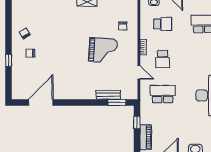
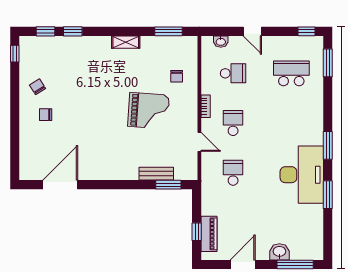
school desk: (163, 59) -> (233, 123), turned 180
window: (9, 60) -> (15, 54), moved
school desk: (163, 94) -> (233, 173), width x0.54
window: (137, 122) -> (197, 232), moved

